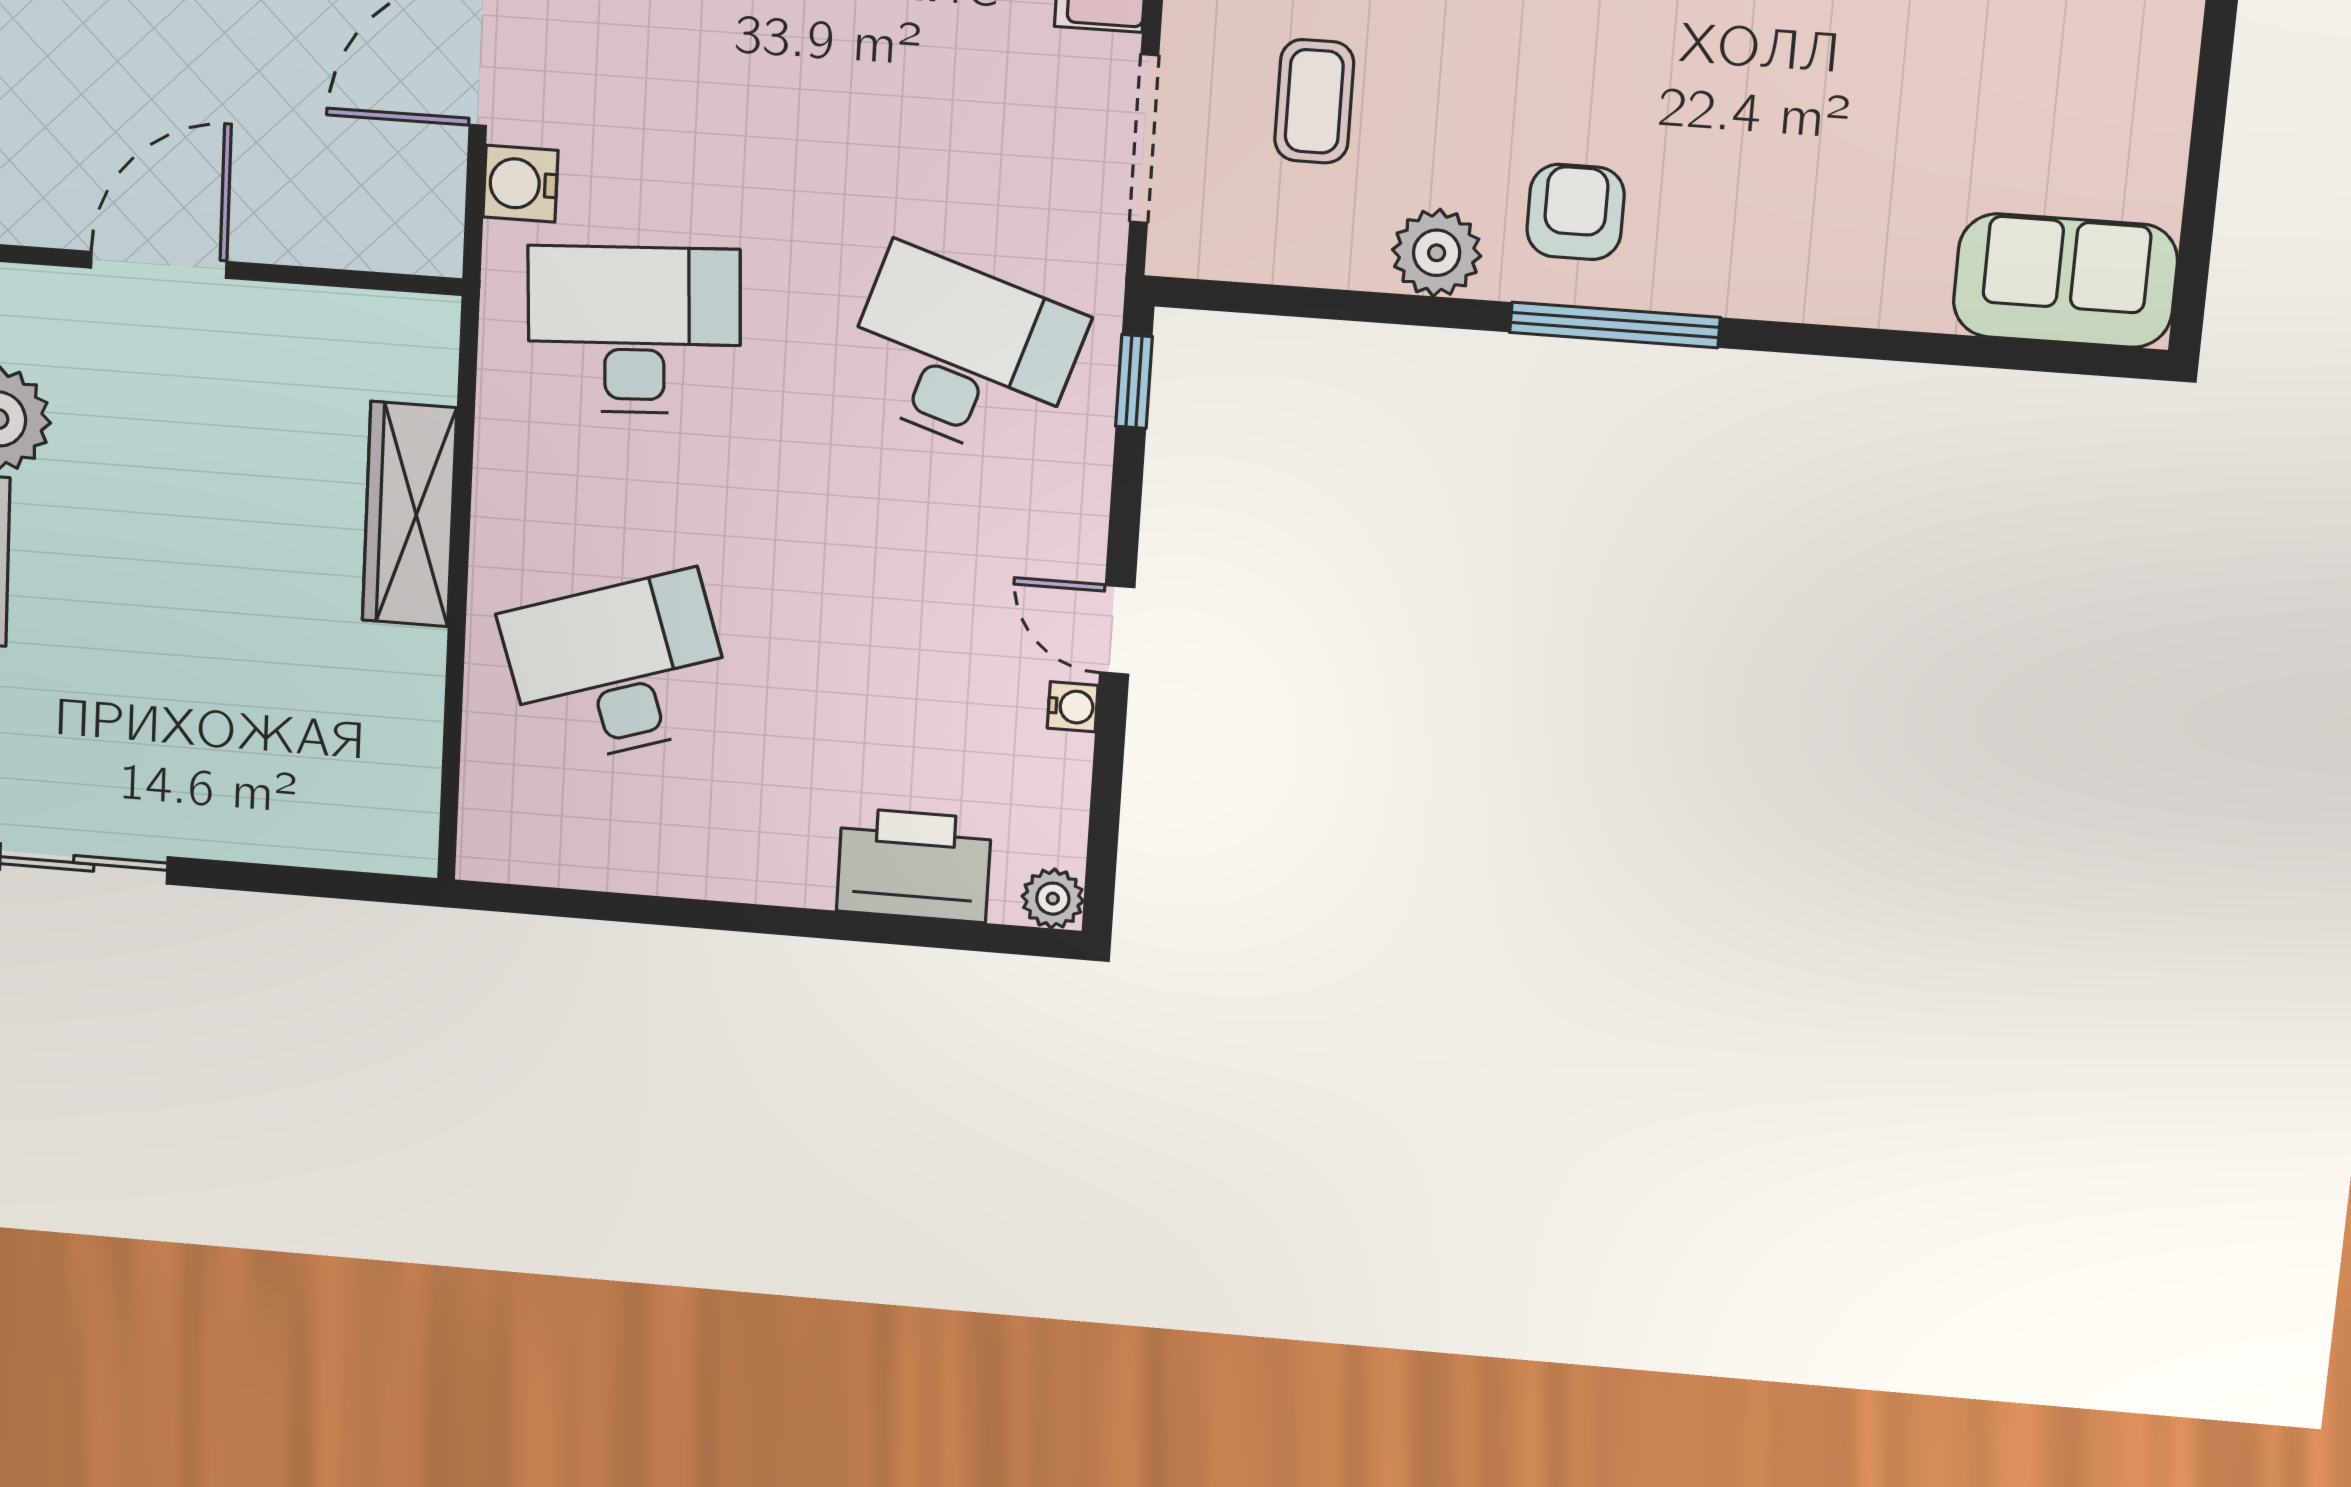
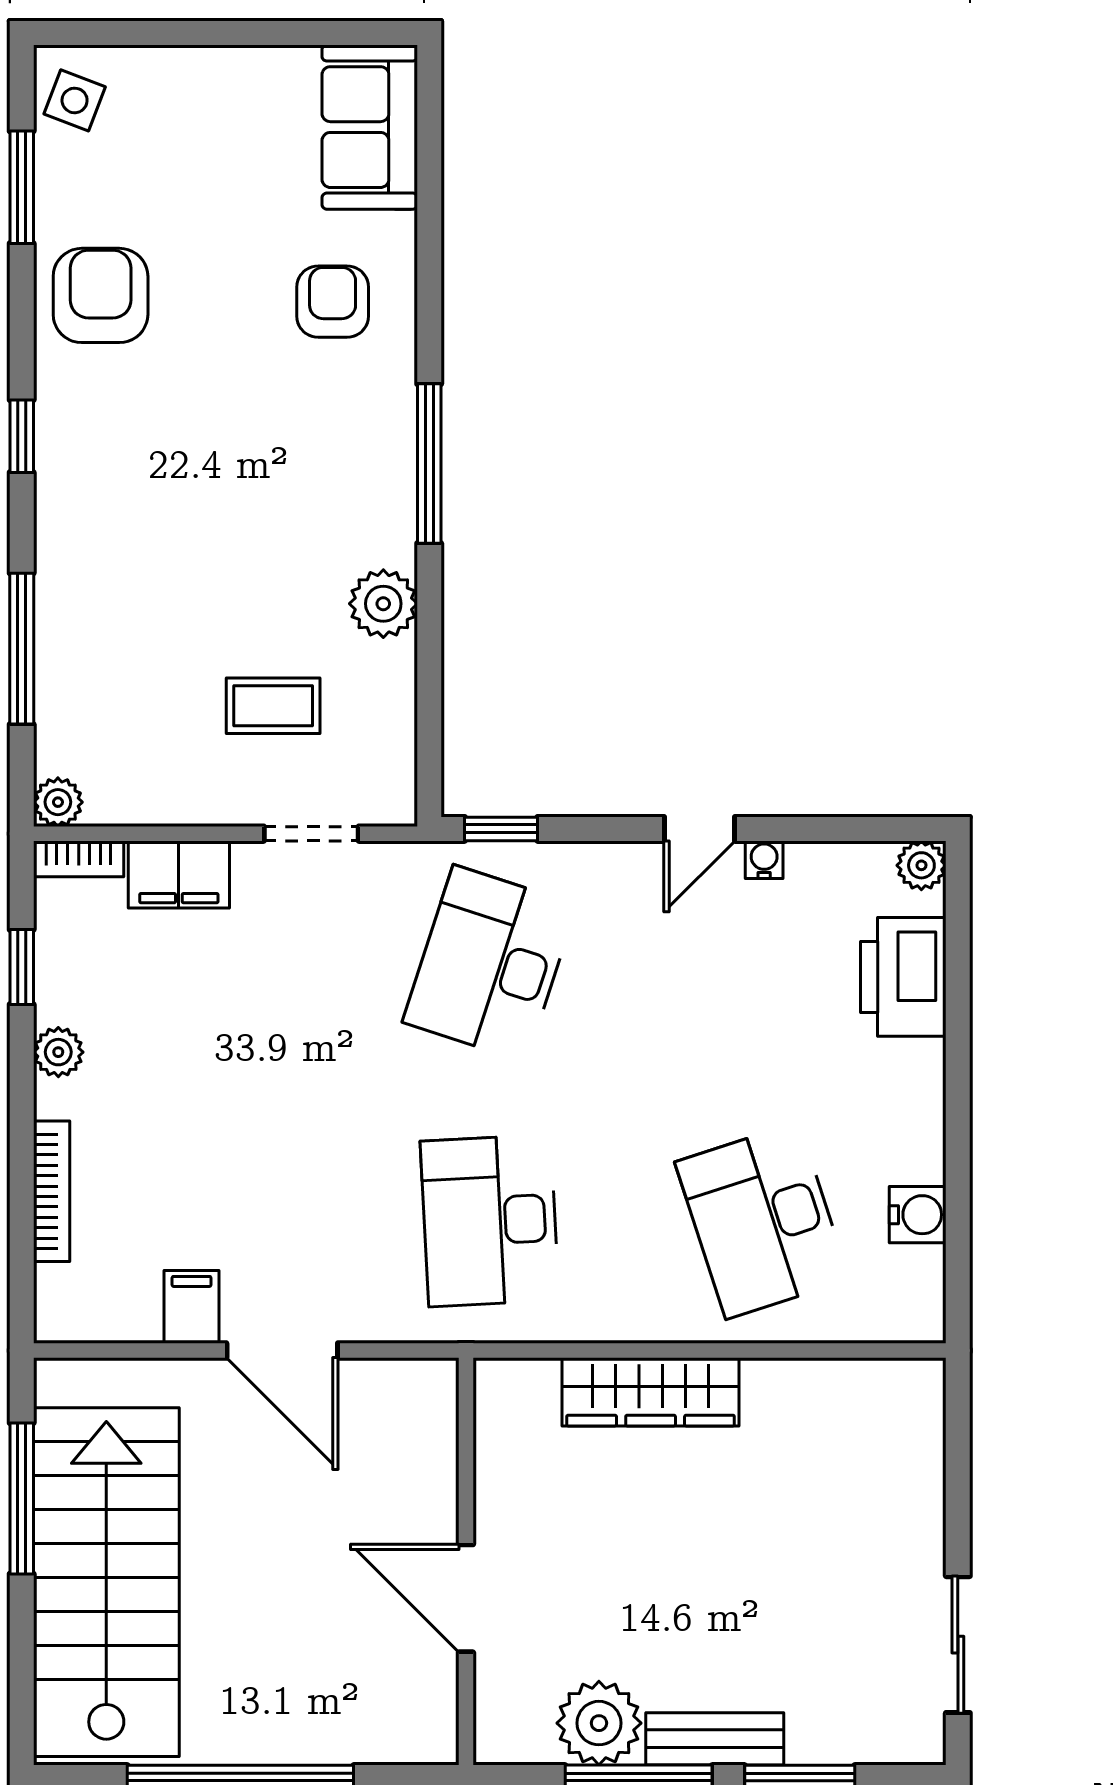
doorway: (1144, 139) -> (311, 834), width x0.73
water cooler: (520, 184) -> (918, 1215), moved, turned -90
armchair: (1576, 212) -> (333, 302), moved, turned 90

